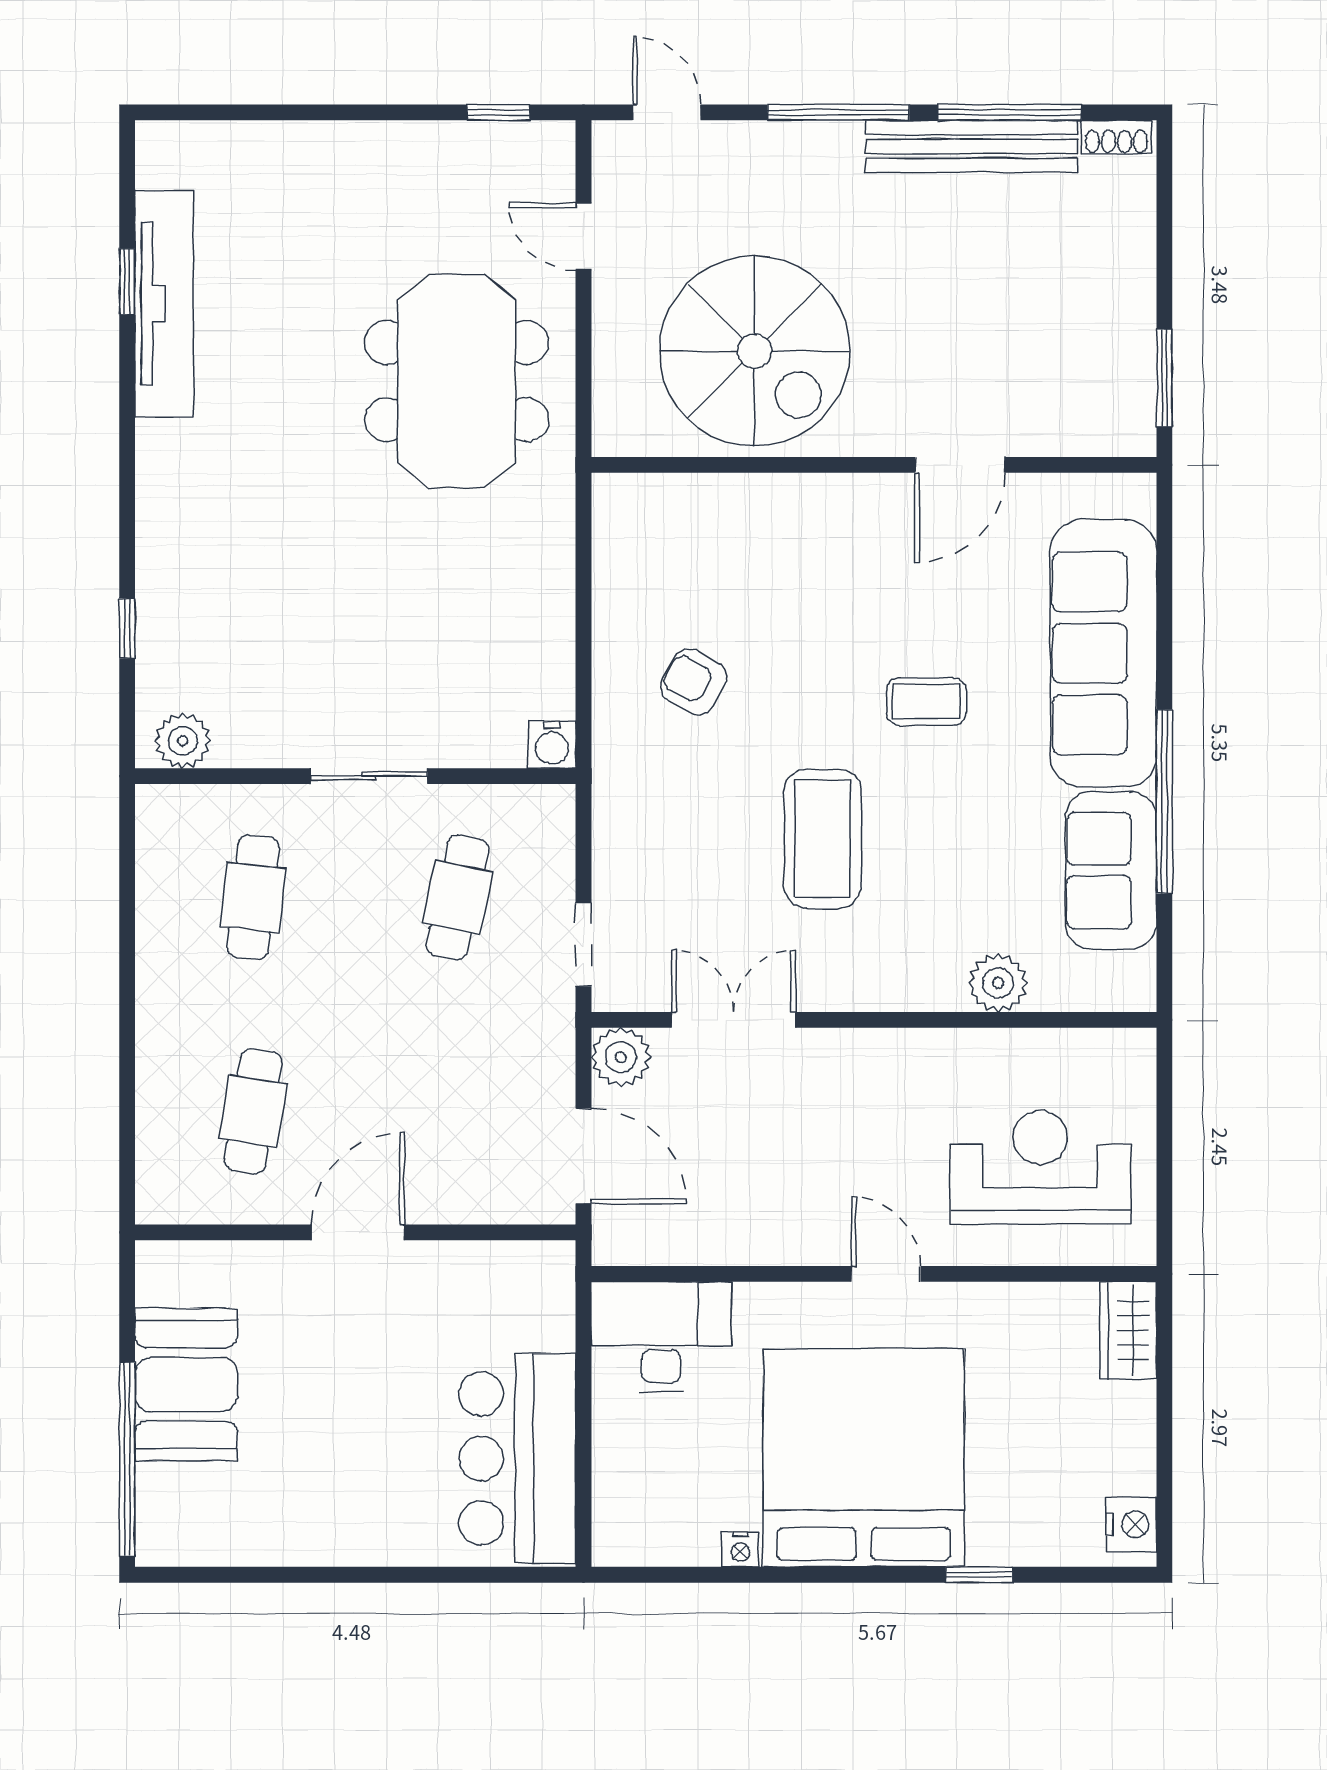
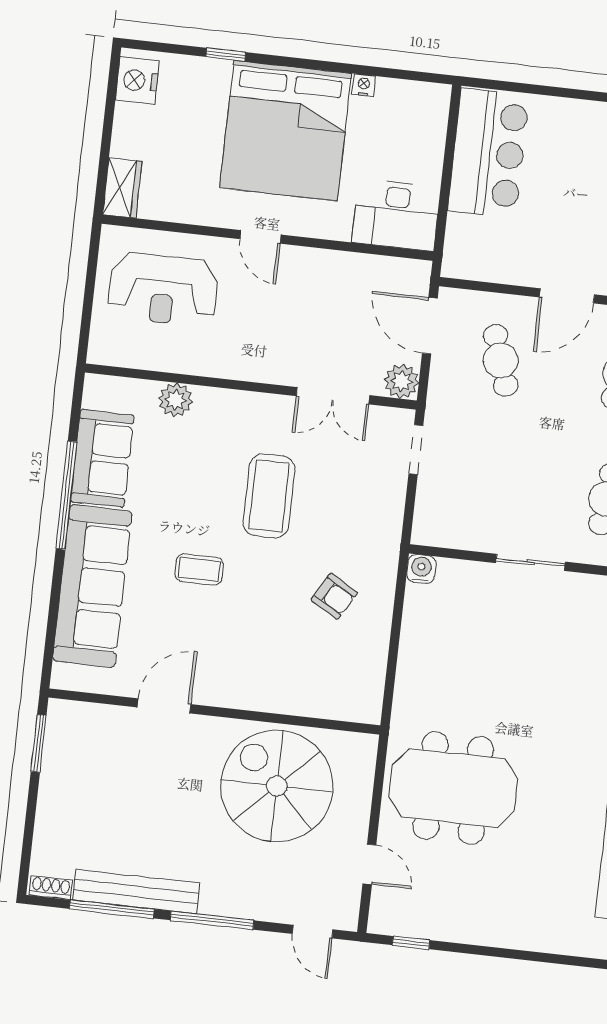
meeting table: (457, 381) -> (453, 788), turned 90
cafe table: (458, 897) -> (501, 360), moved, turned -30
nightstand: (1131, 1524) -> (137, 80), width x1.36, depth x1.33

